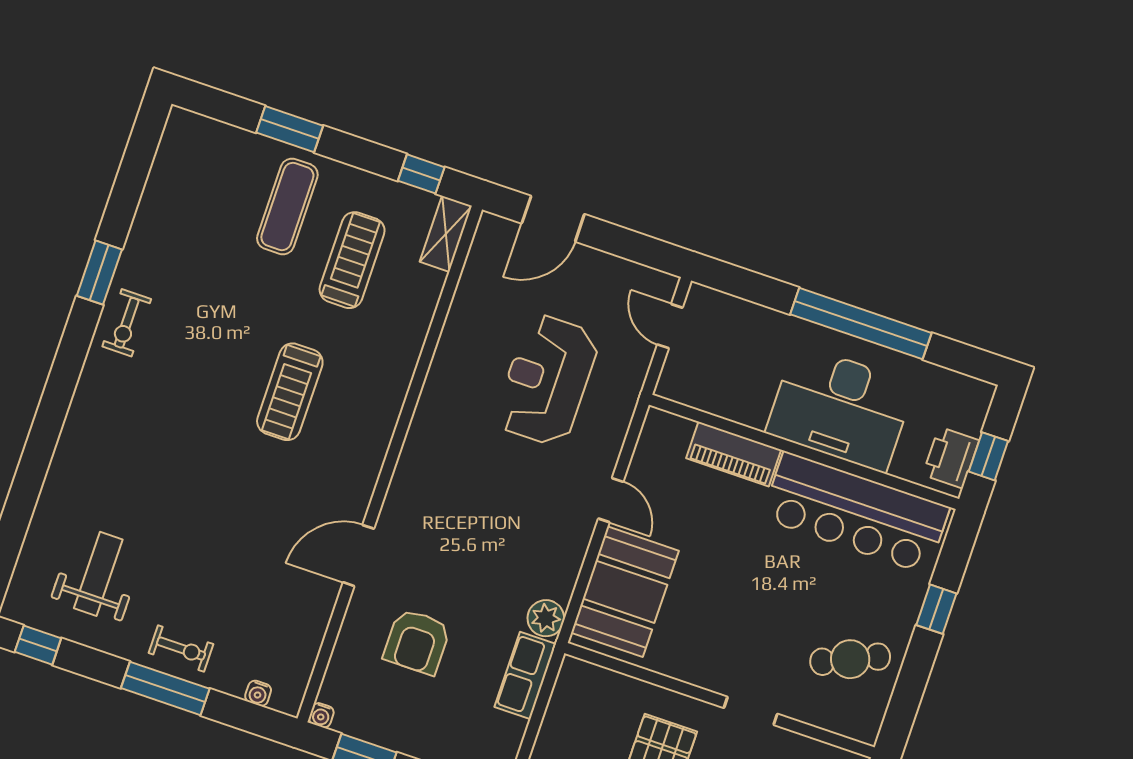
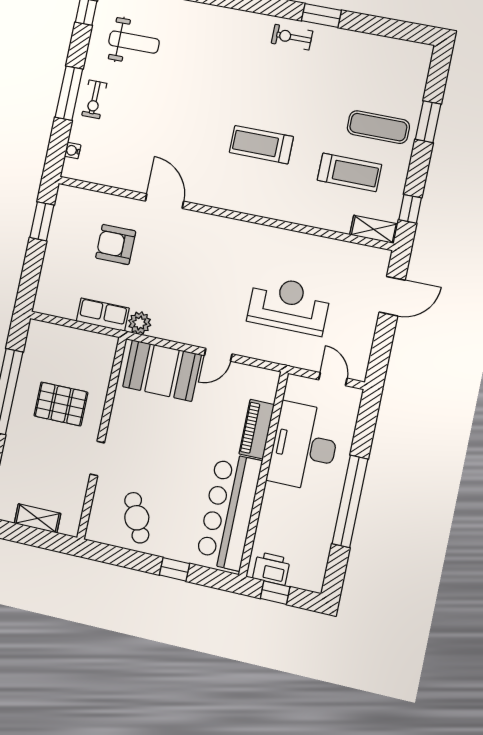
door: (553, 219) -> (392, 296), swing flipped
door: (670, 326) -> (333, 379), hinge flipped
desk: (840, 408) -> (304, 447), moved
water cooler: (321, 715) -> (64, 191), removed

